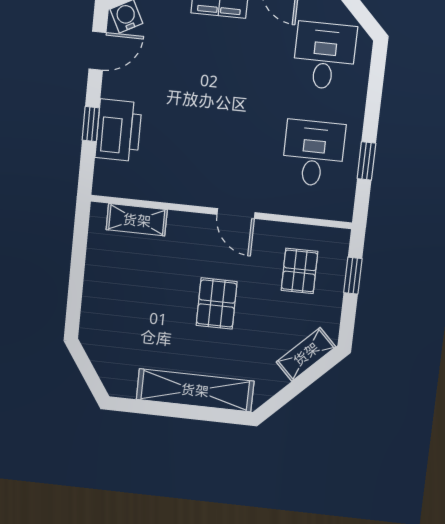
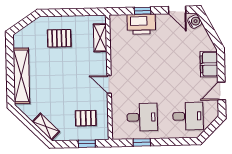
door: (236, 214) -> (109, 84), hinge flipped
pallet: (217, 304) -> (59, 38), moved

